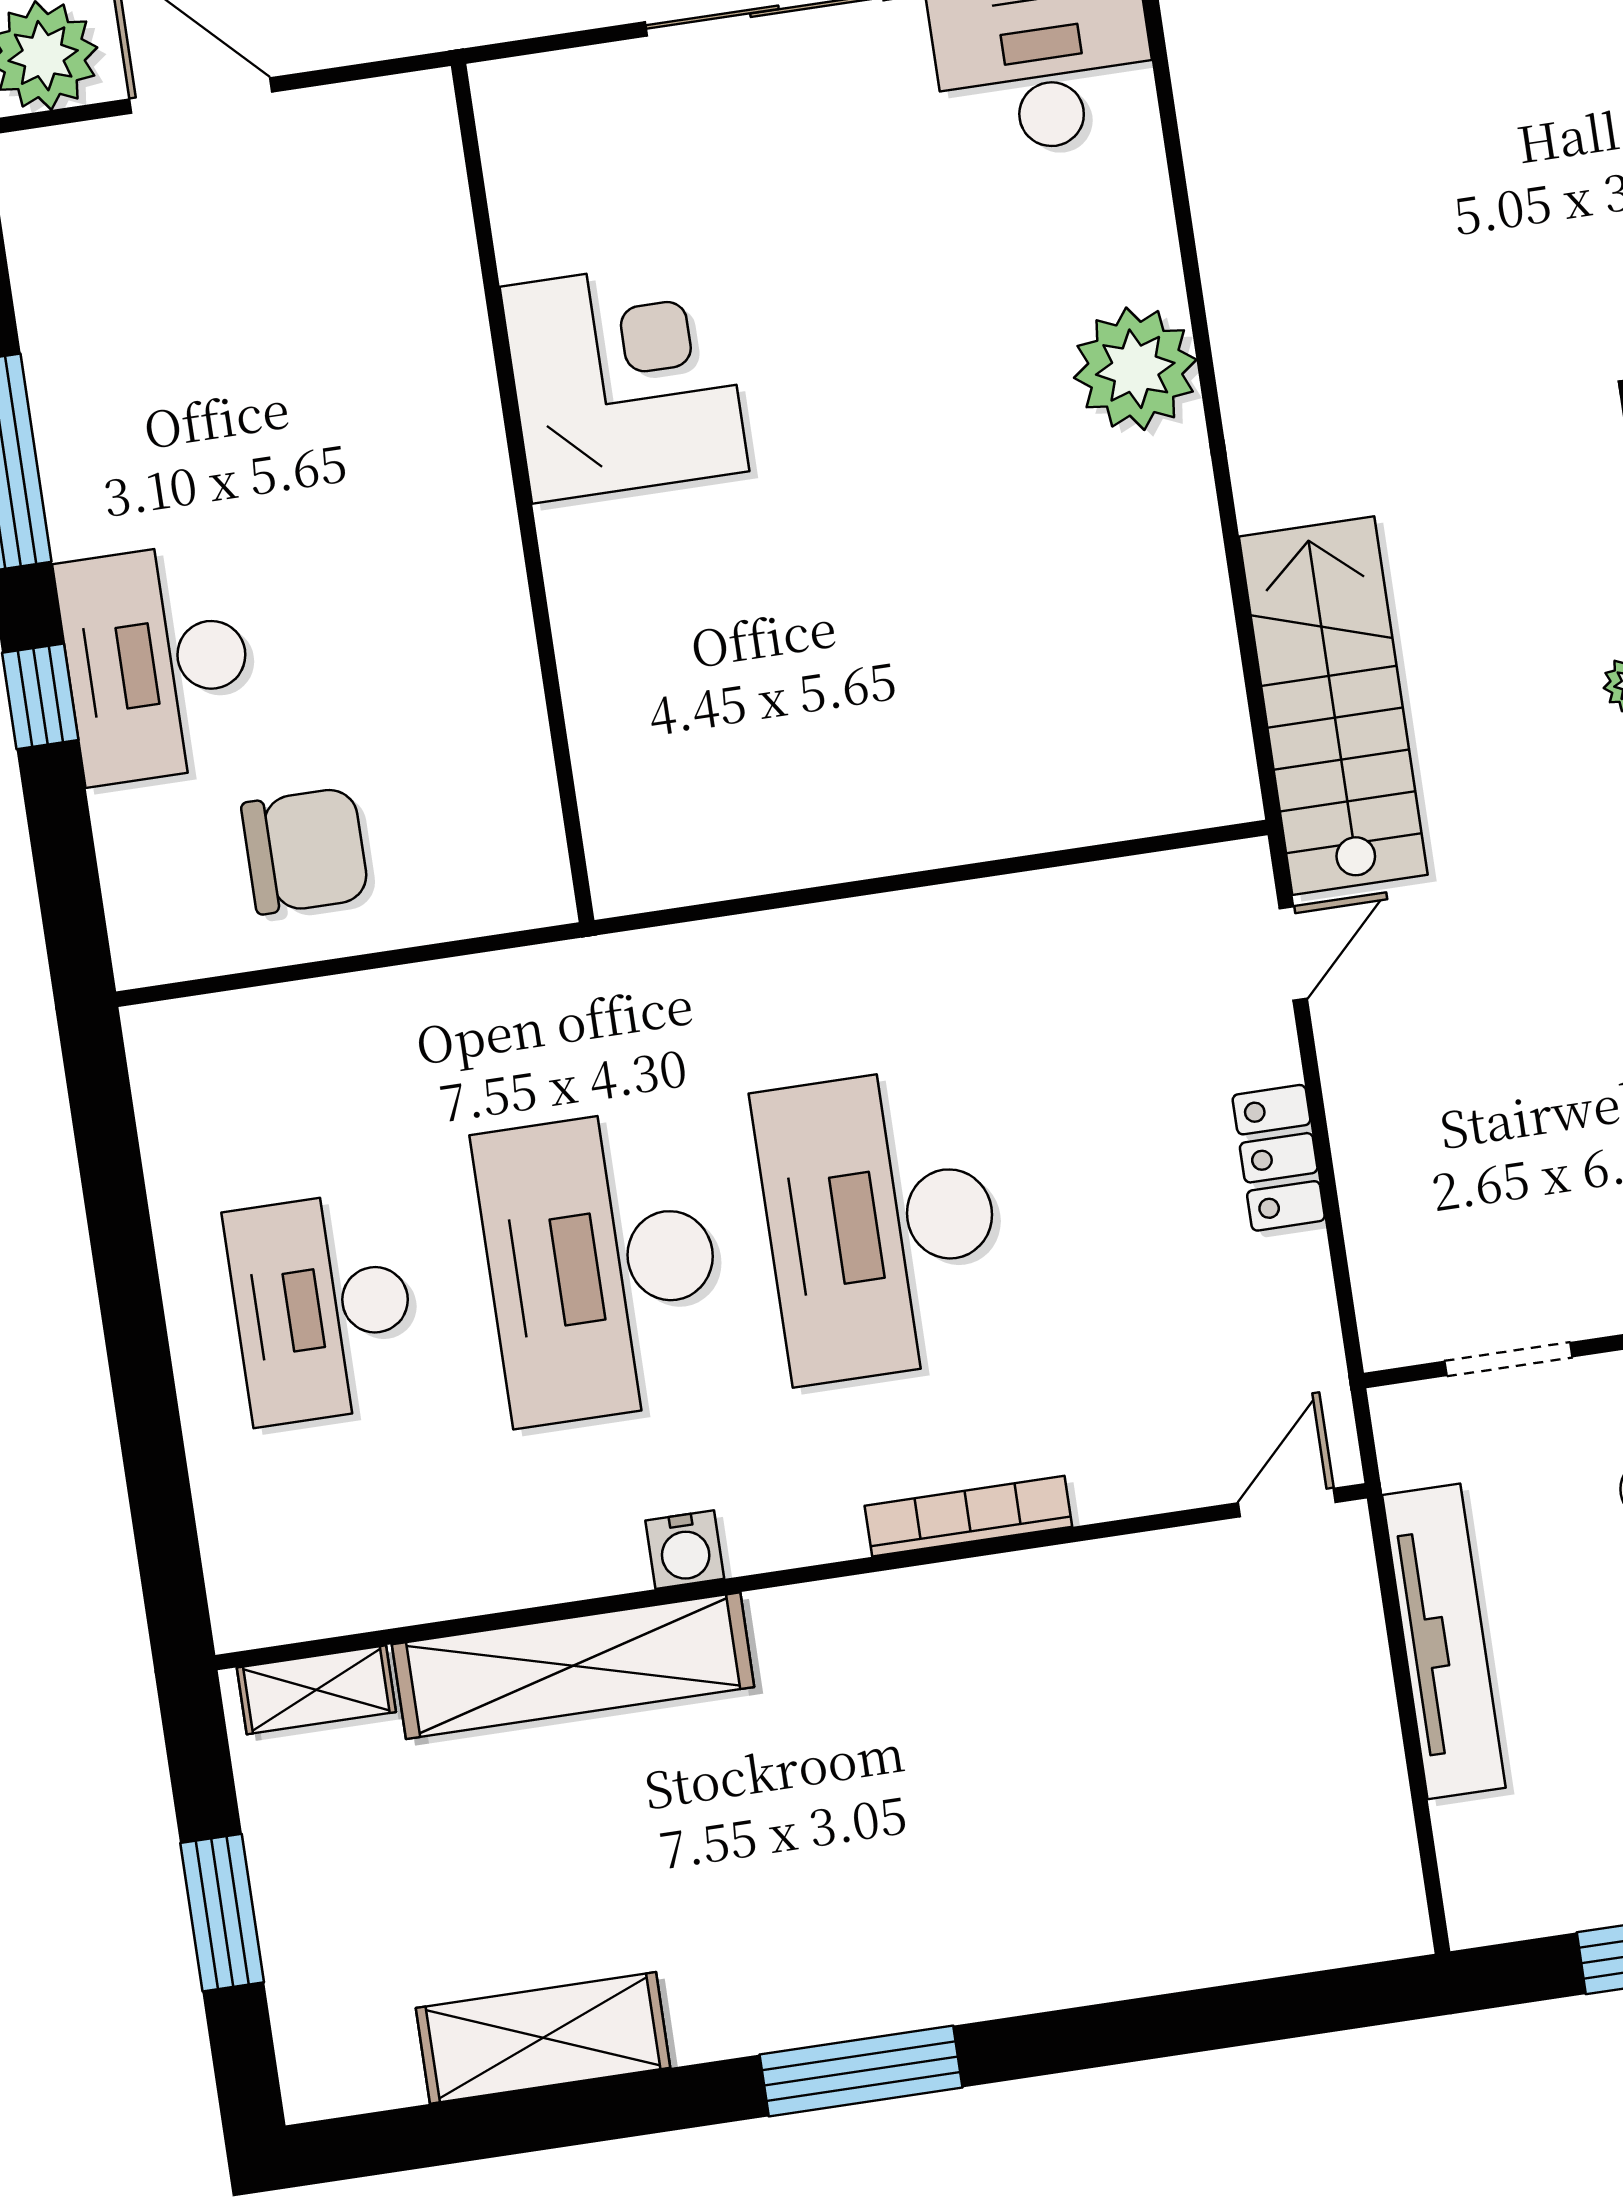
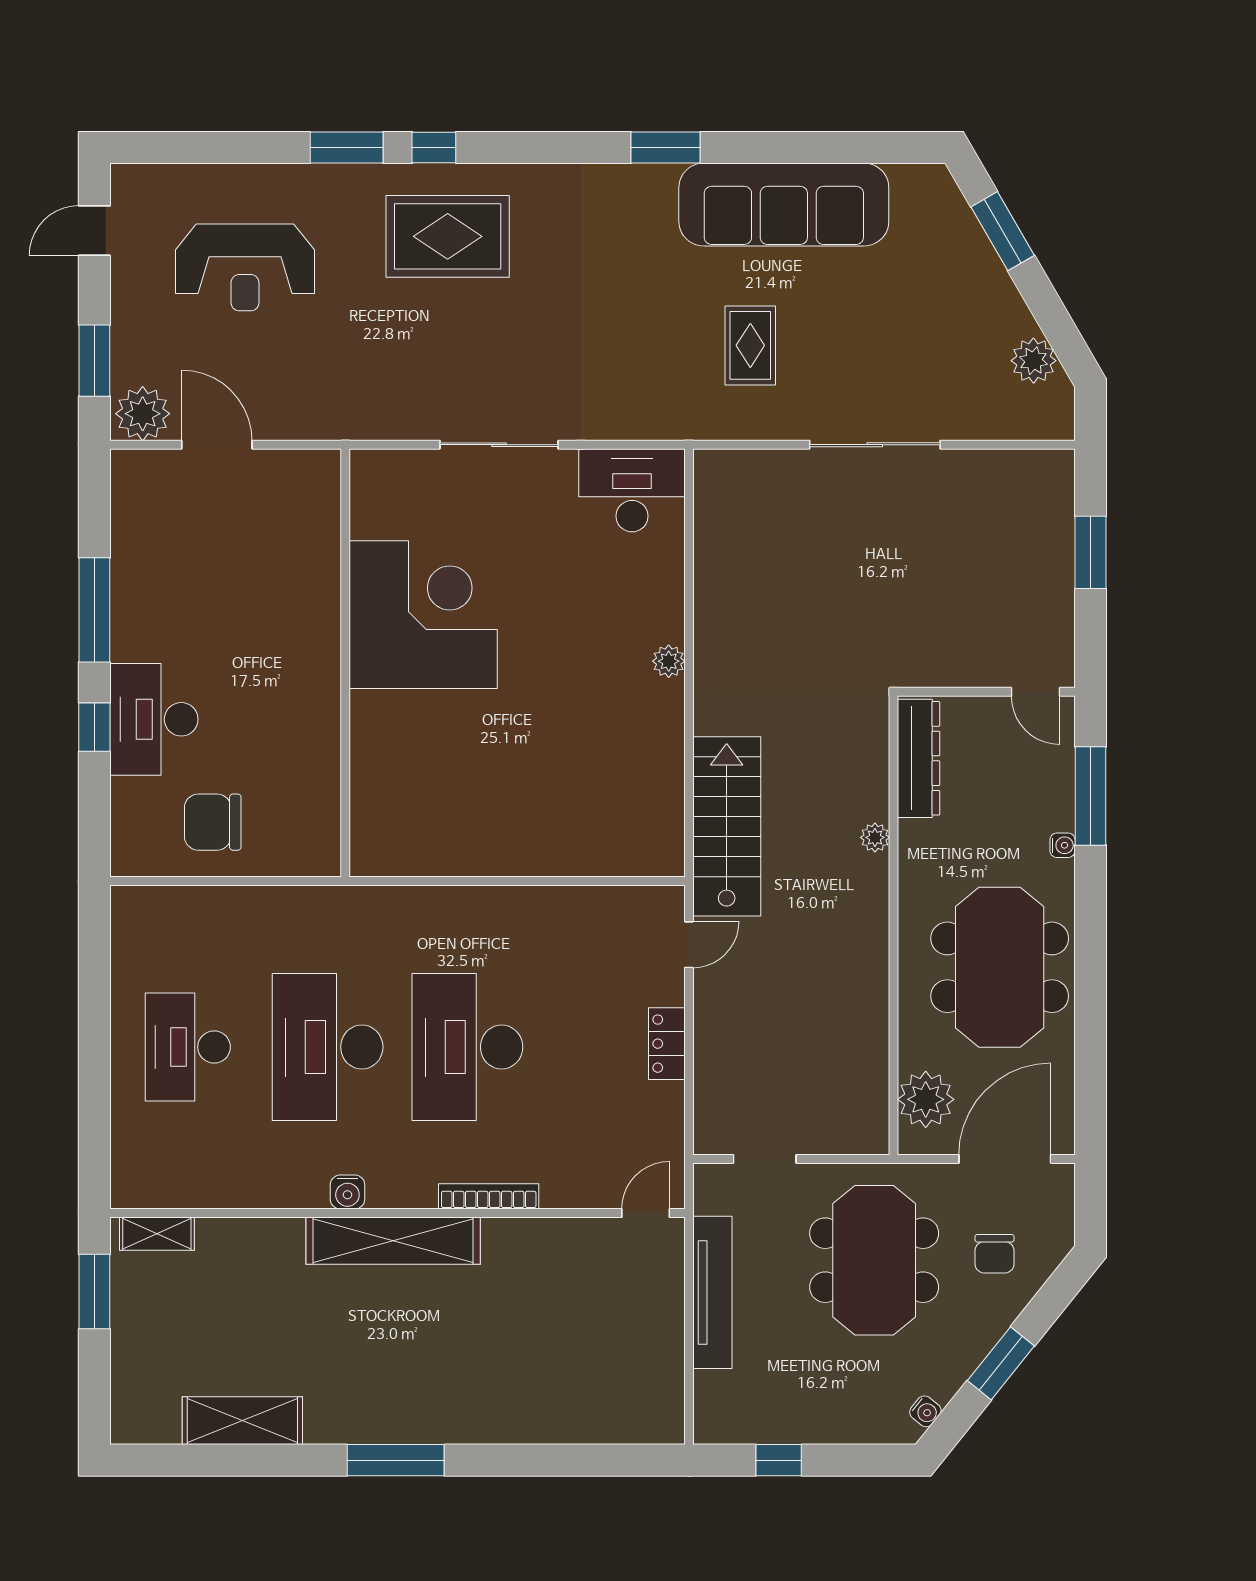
plant: (1135, 369) -> (669, 661), width x0.53, depth x0.53
corner desk: (624, 379) -> (423, 615), width x1.36, depth x1.36
chair: (305, 851) -> (213, 822), turned 180
shelving: (573, 1666) -> (393, 1241), moved
window: (222, 1913) -> (94, 1292), moved

